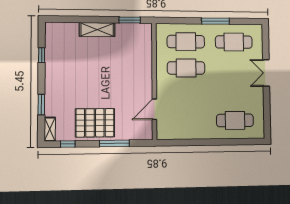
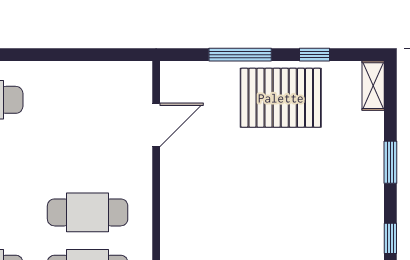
window: (41, 105) -> (390, 162), moved
window: (68, 144) -> (315, 55), moved

